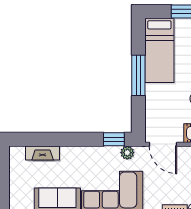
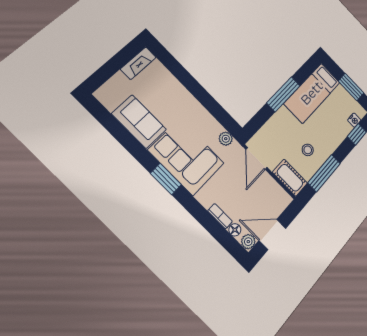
window: (114, 139) -> (225, 120), removed
fireplace: (43, 153) -> (138, 63), moved, turned -90

